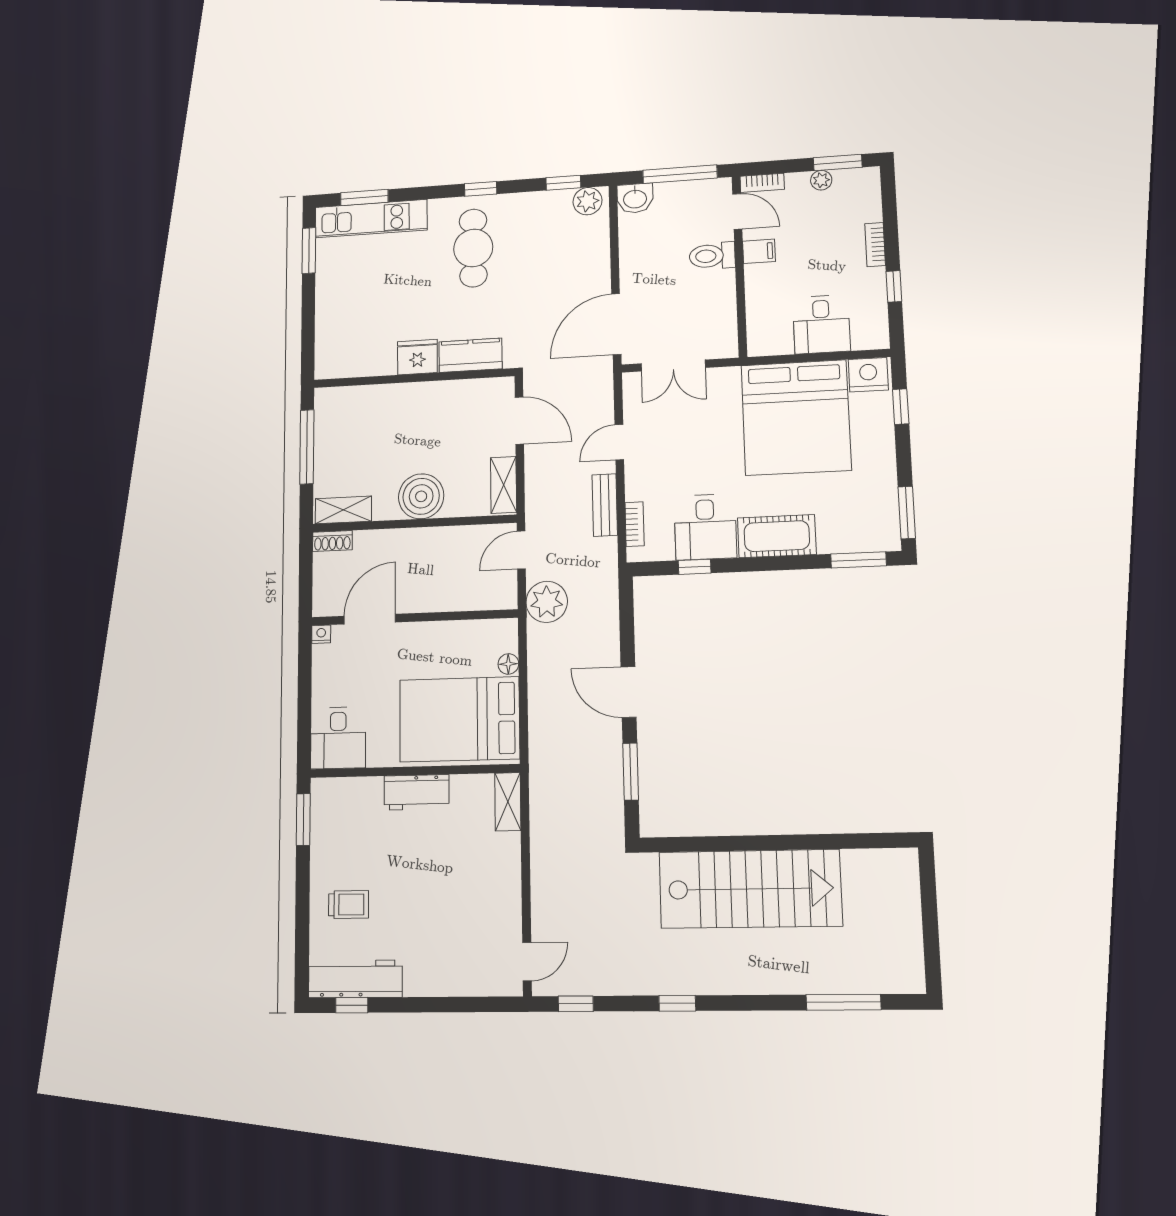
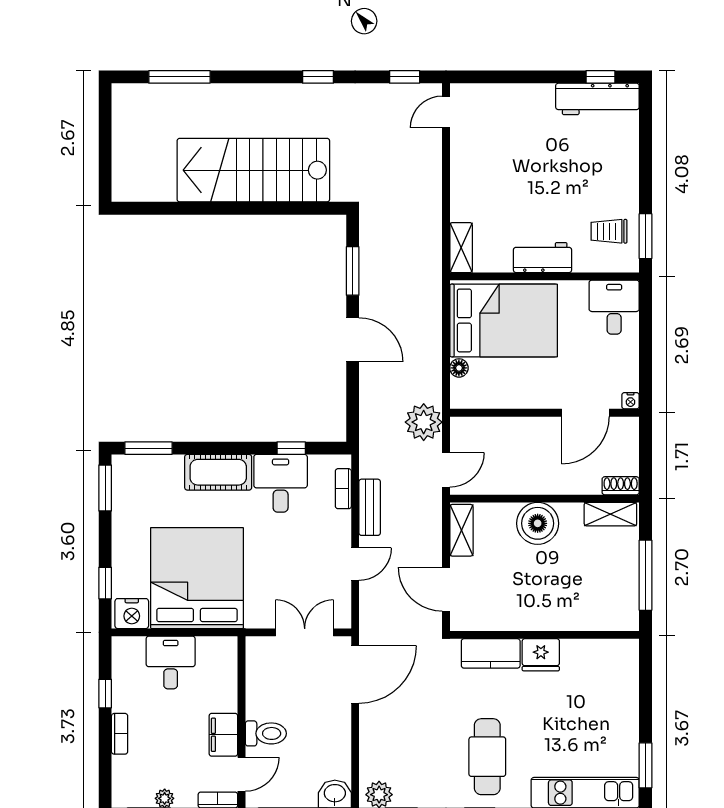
door: (737, 211) -> (241, 774), swing flipped
filing cabinet: (759, 251) -> (223, 735), width x2.00
trolley: (348, 905) -> (609, 231), moved

